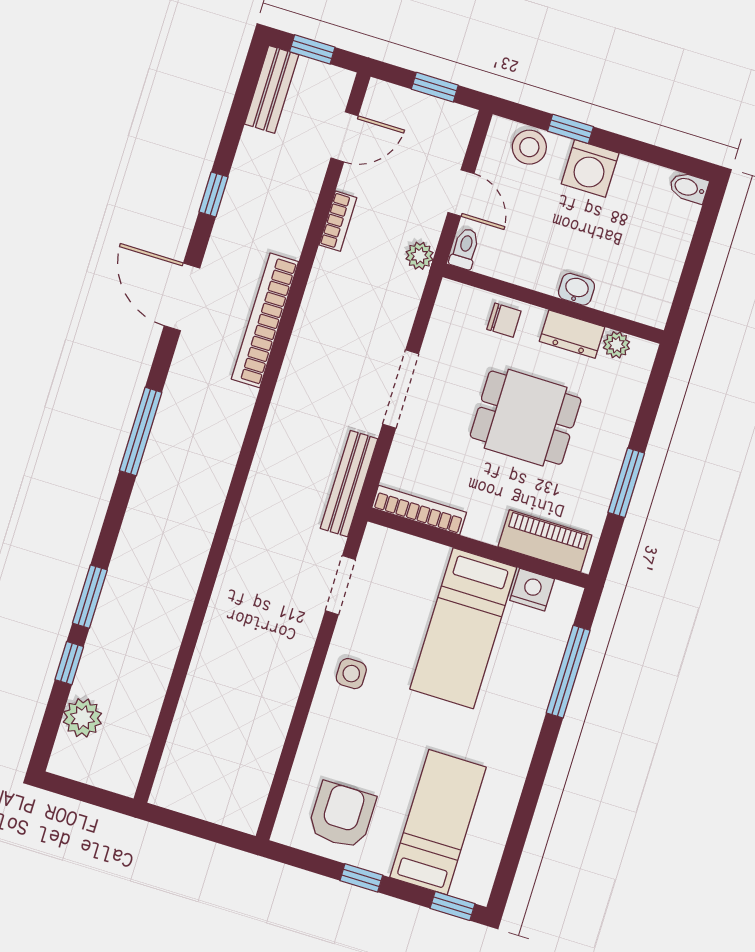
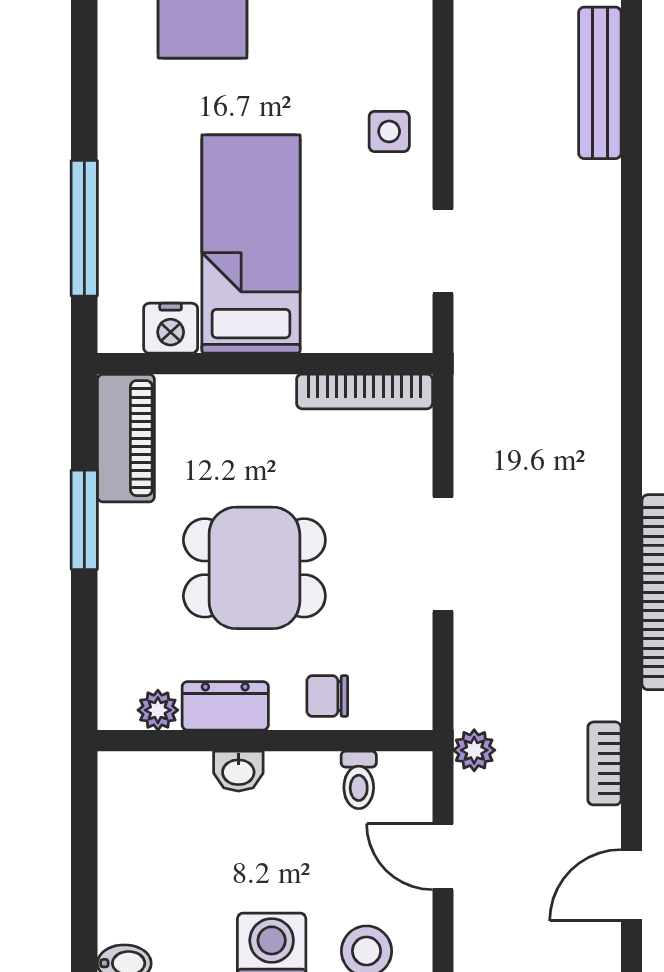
toilet: (465, 249) -> (359, 780), moved
bench: (349, 484) -> (600, 83), moved
piano: (545, 541) -> (126, 438), moved, turned -90

